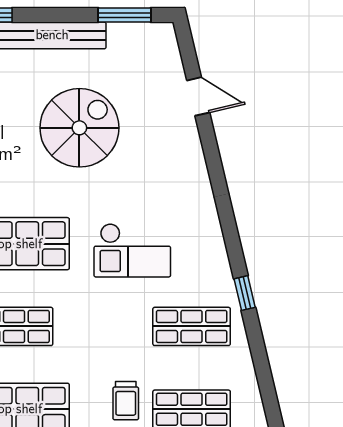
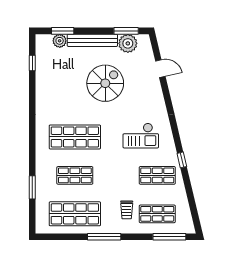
plant: (128, 42) -> (128, 43), added
checkout: (132, 250) -> (141, 136), moved

